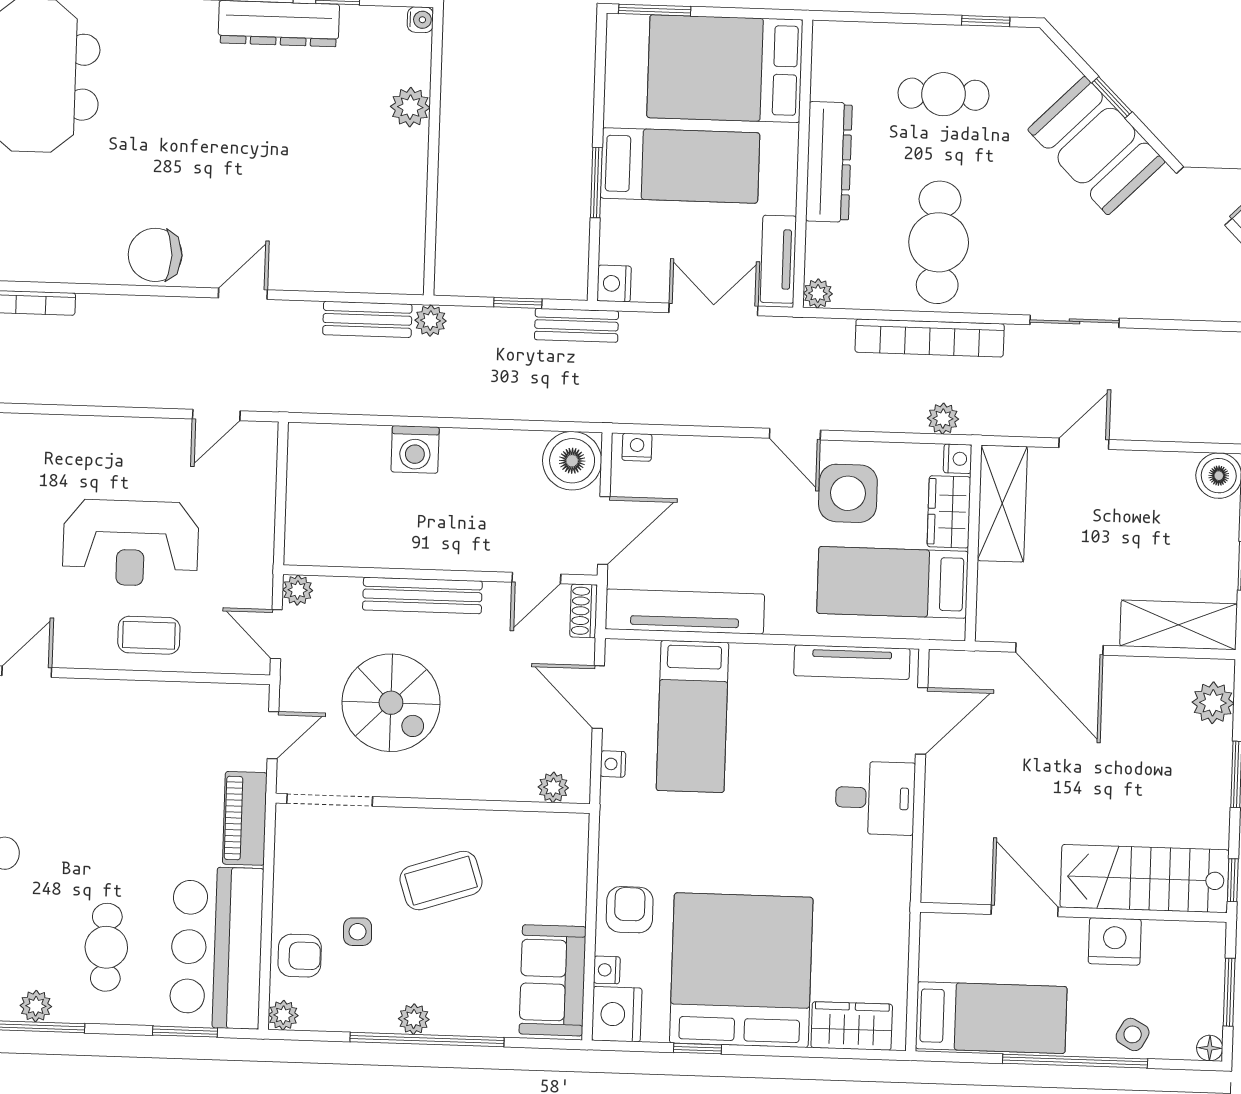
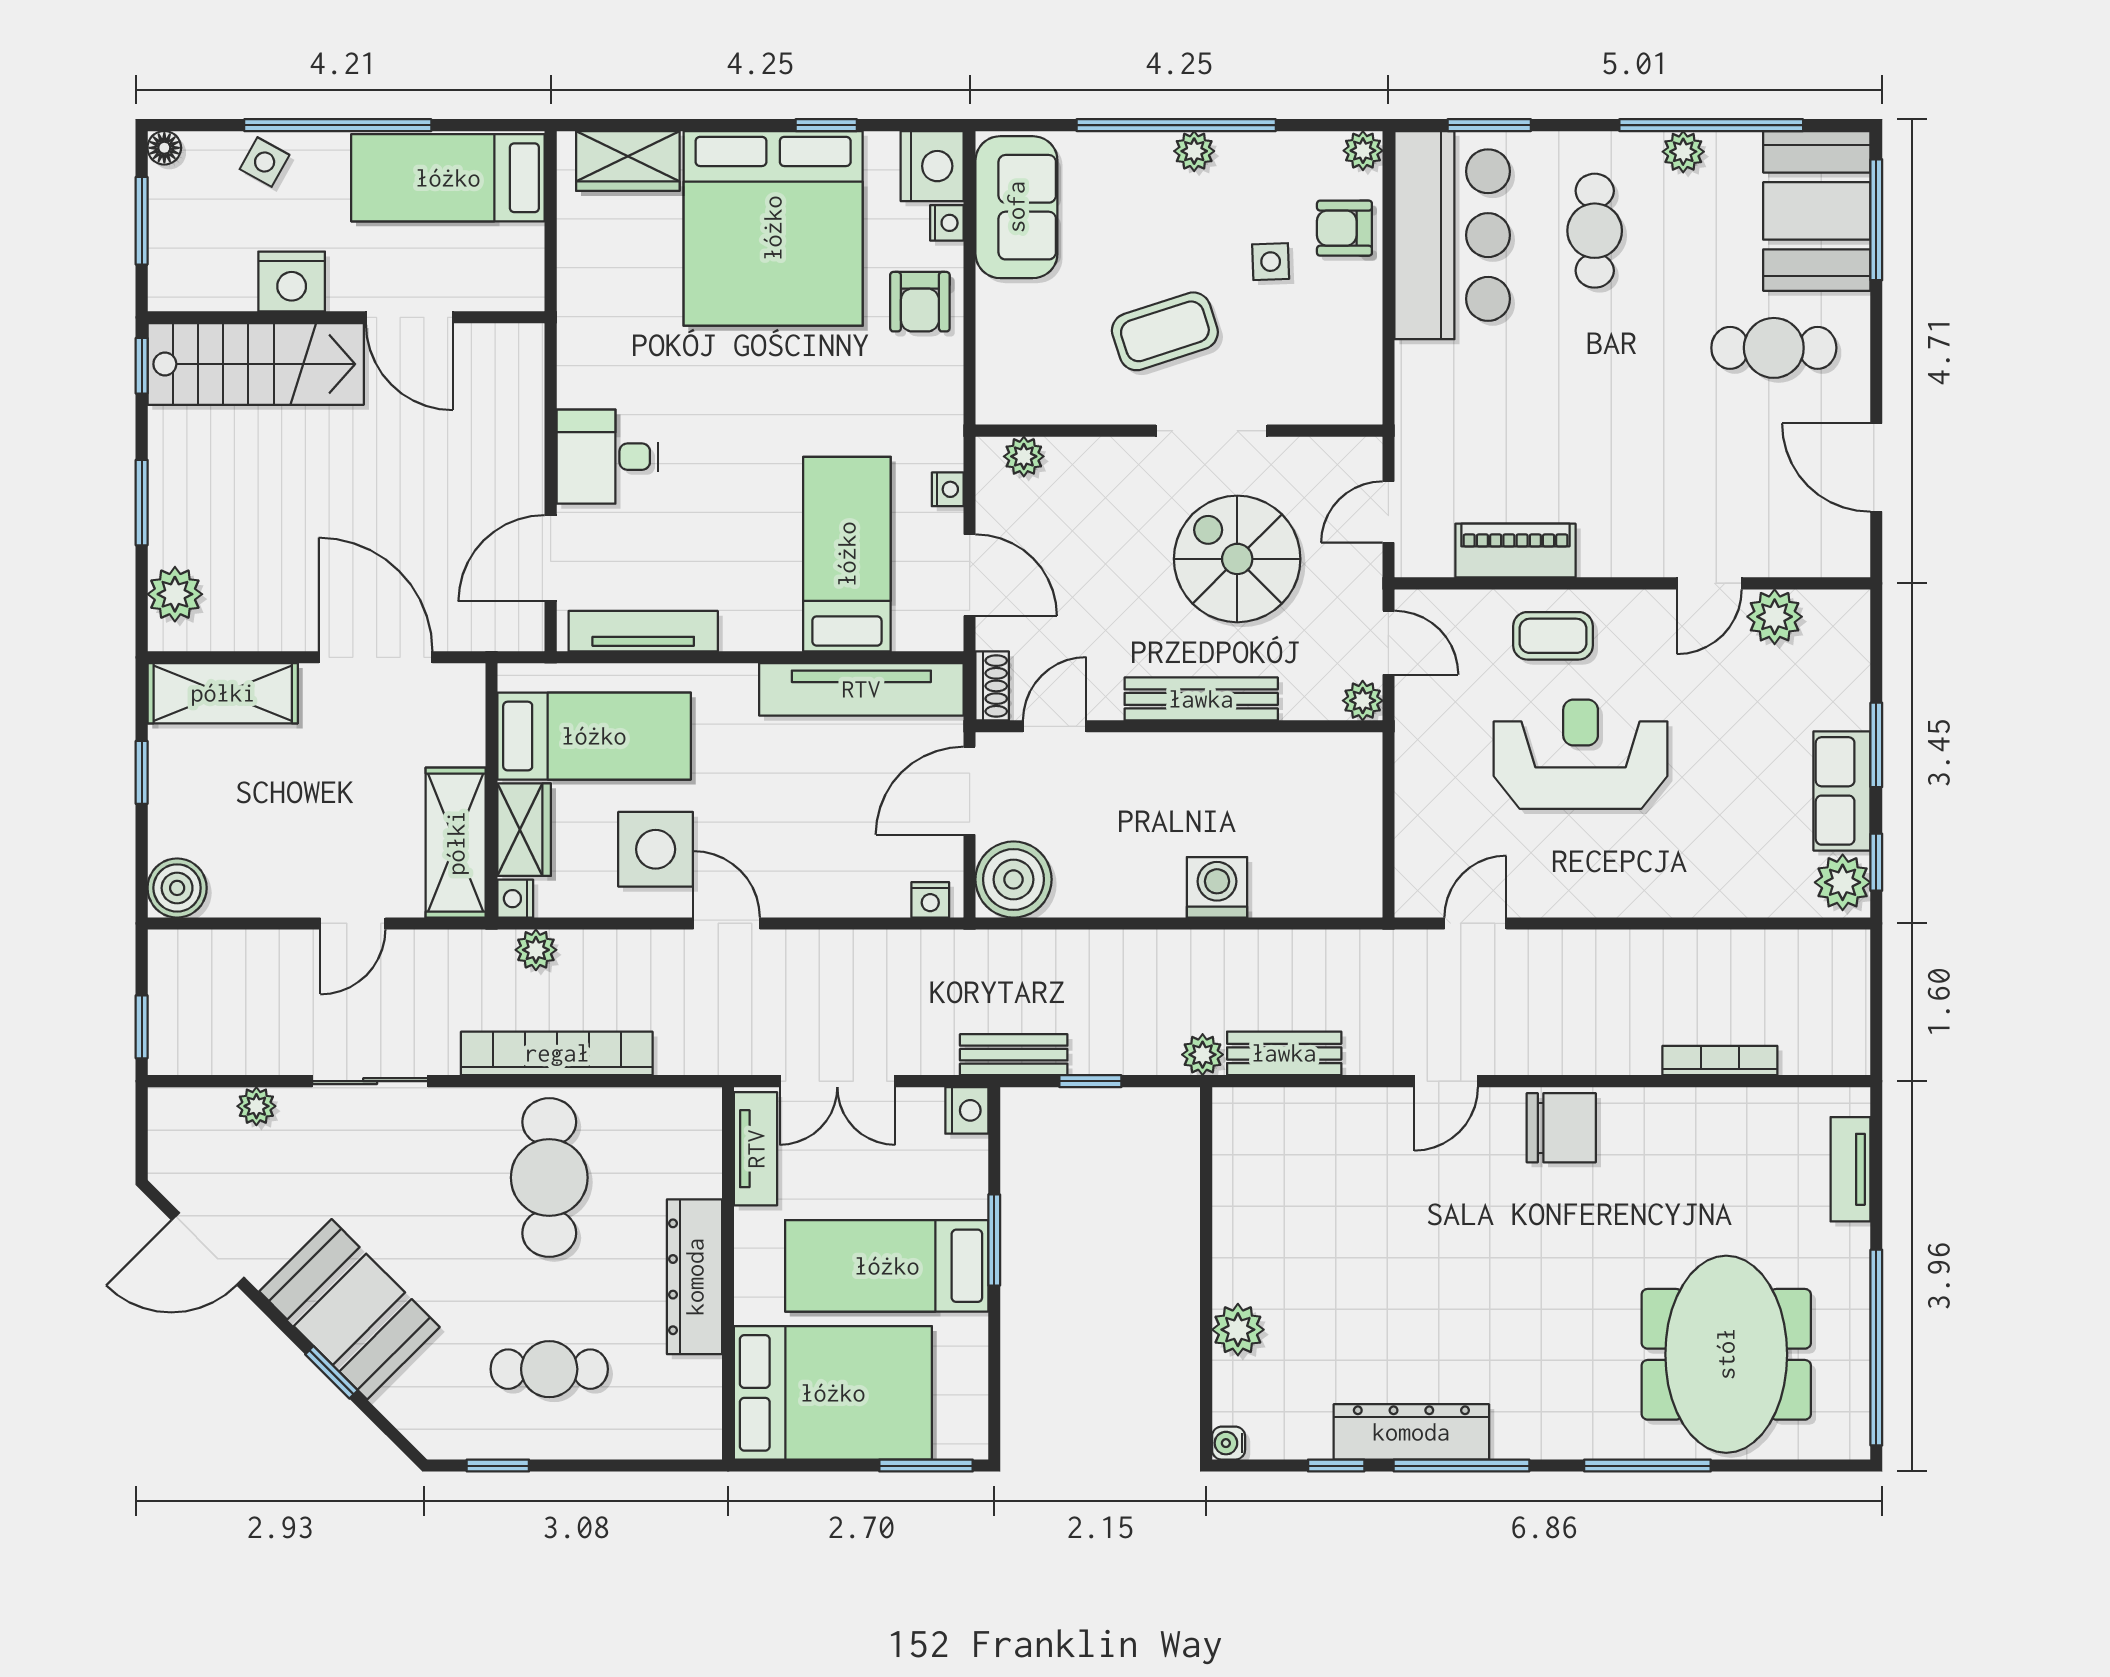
plant: (818, 293) -> (256, 1106), moved
doorway: (330, 800) -> (1211, 431), moved
piano: (245, 818) -> (1515, 551), moved, turned -90

